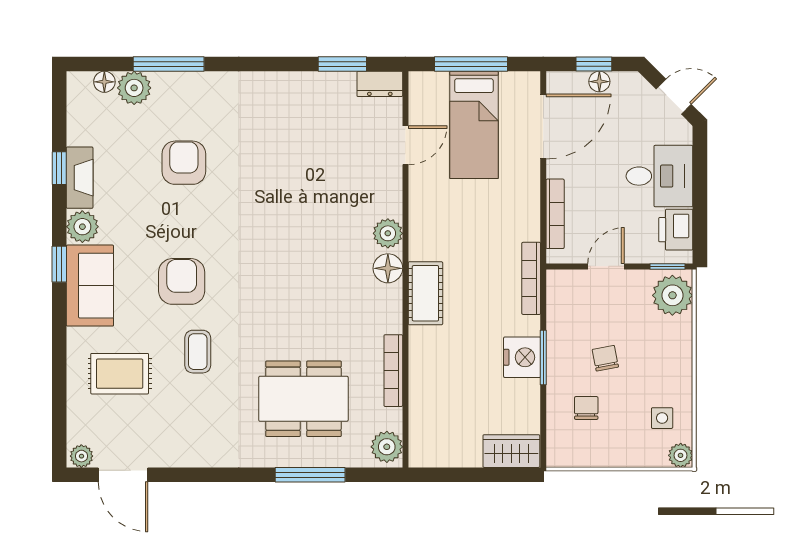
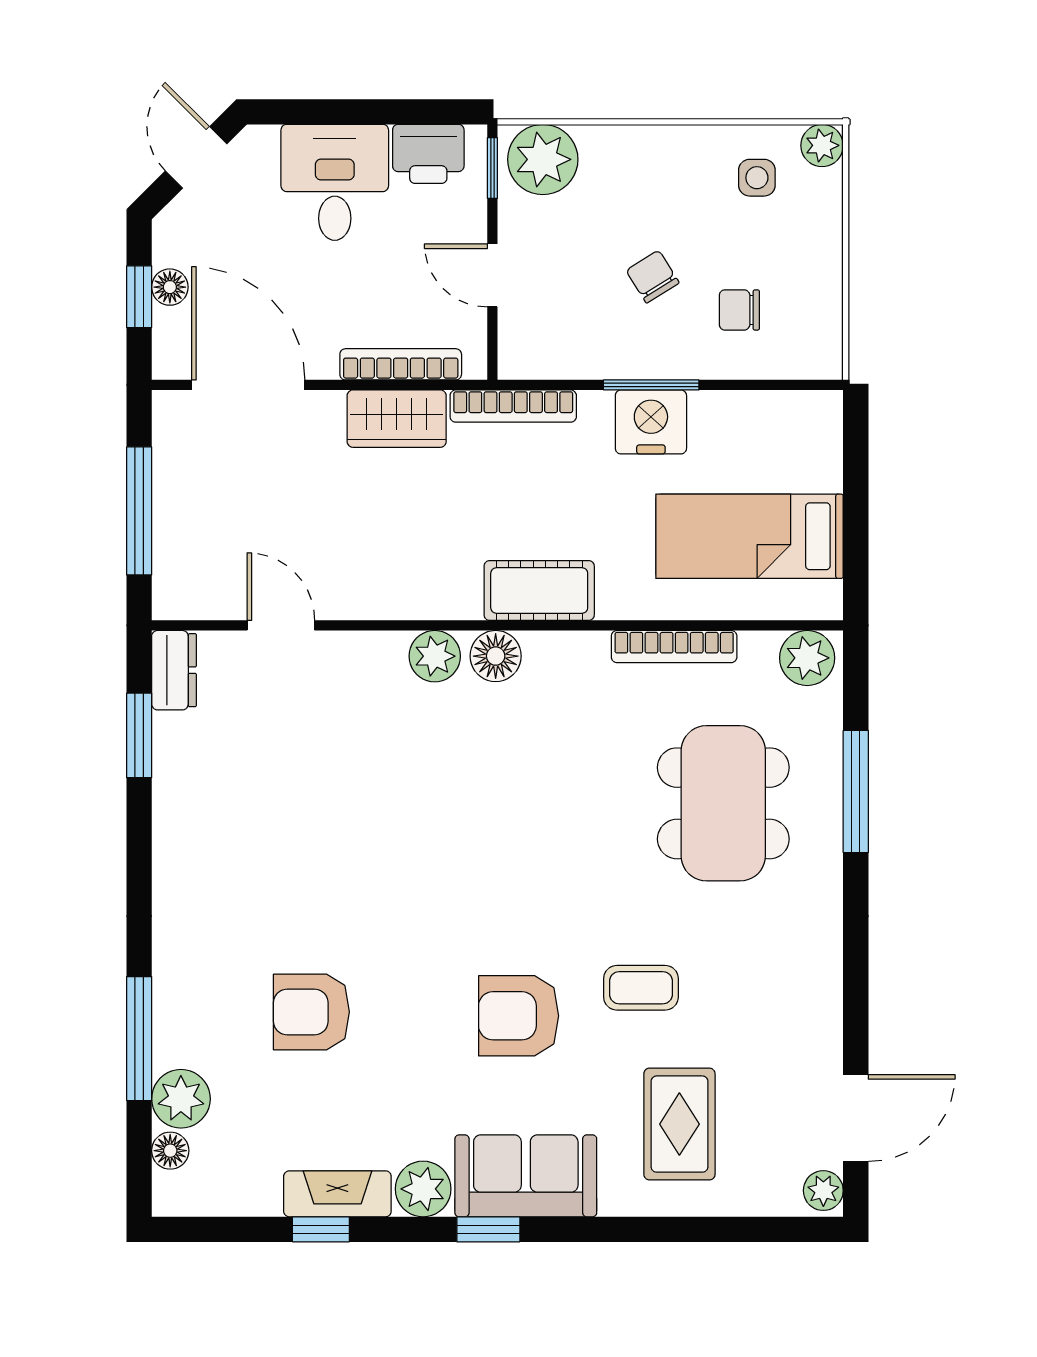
bed: (474, 125) -> (750, 536), moved, turned 180
chair: (605, 358) -> (653, 277), turned 69
wardrobe: (511, 451) -> (397, 419), moved, turned -90

